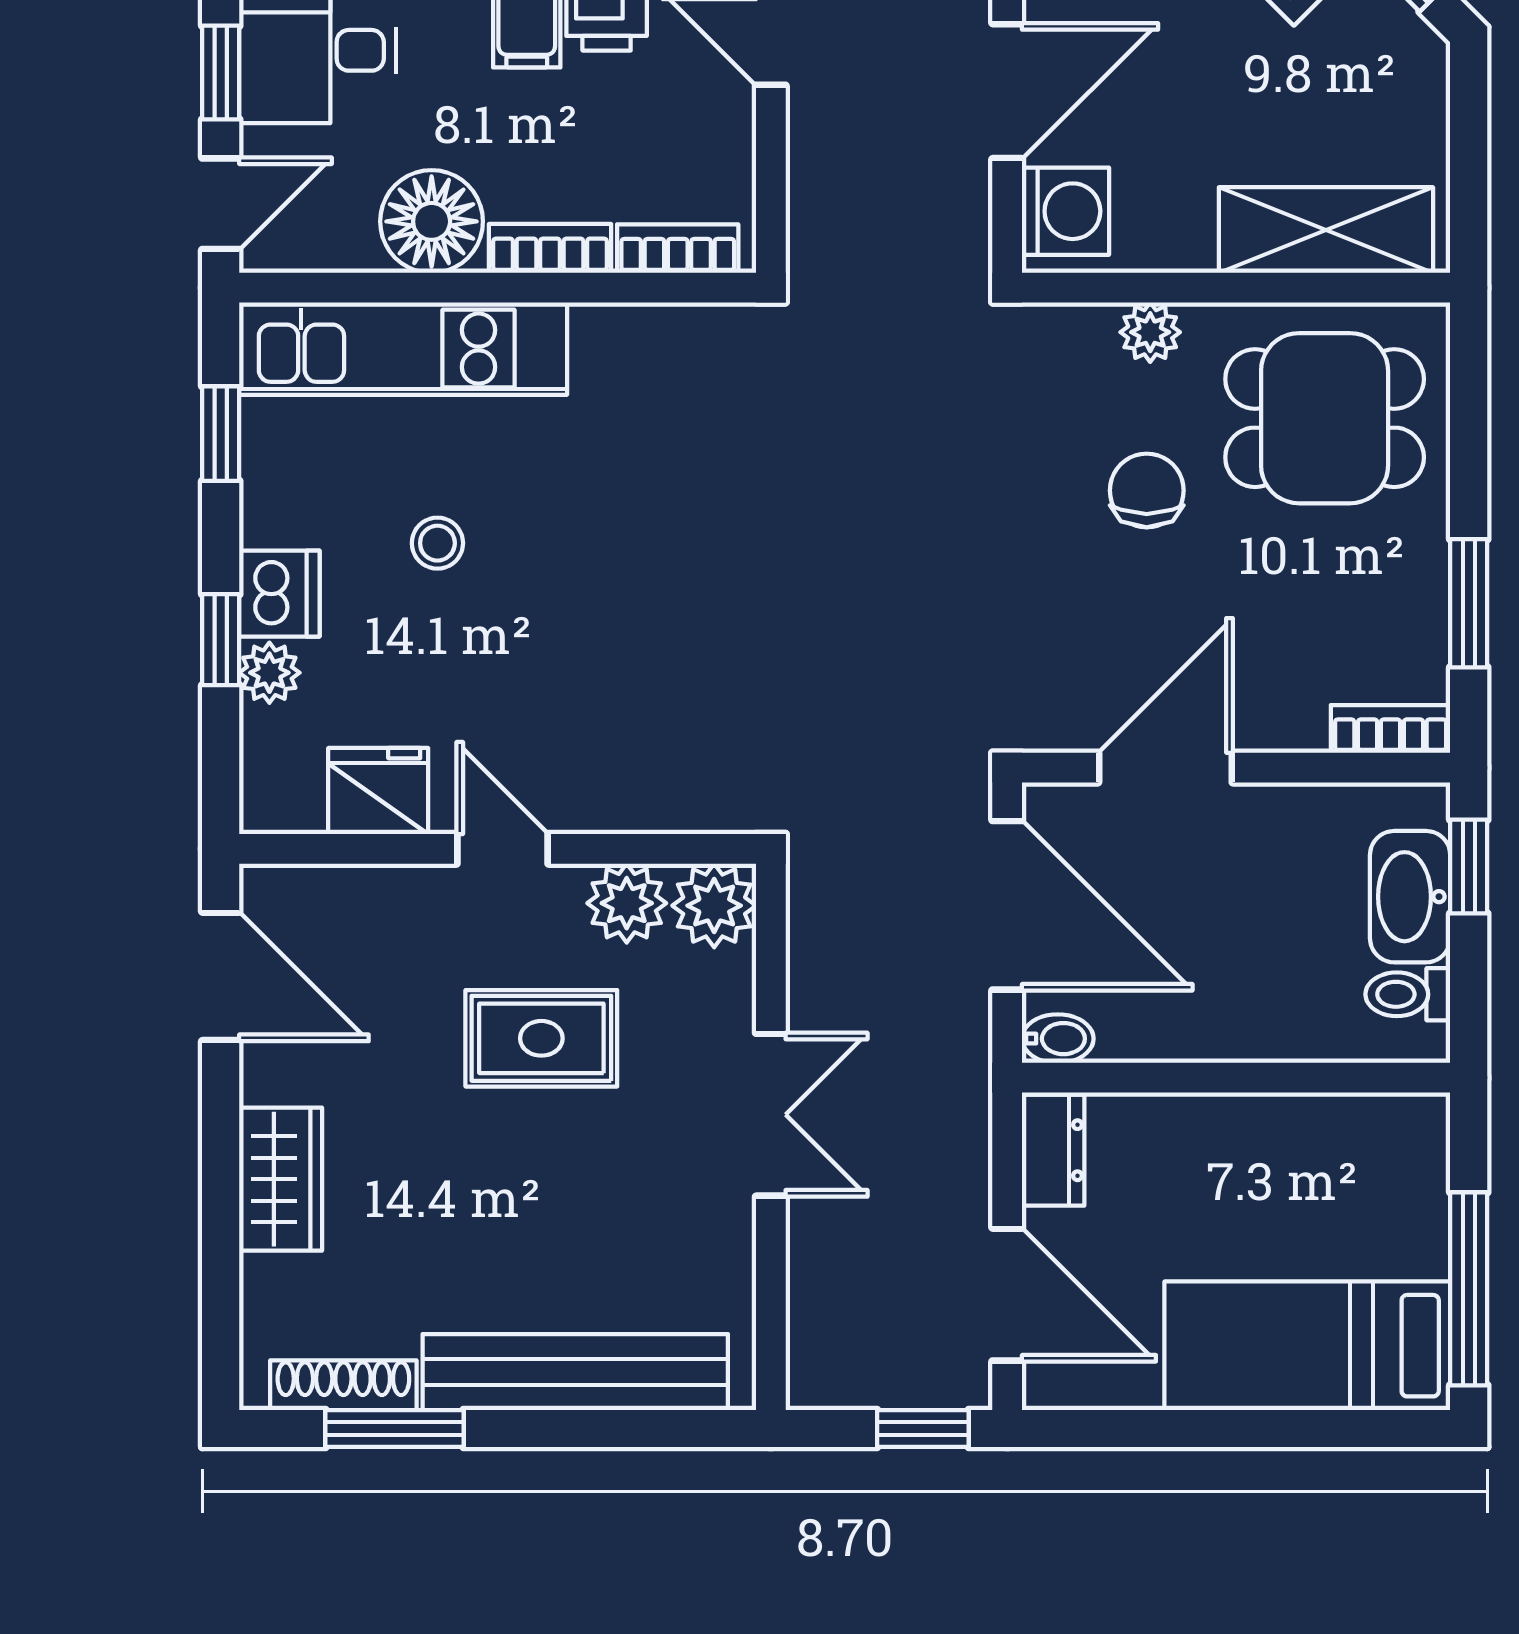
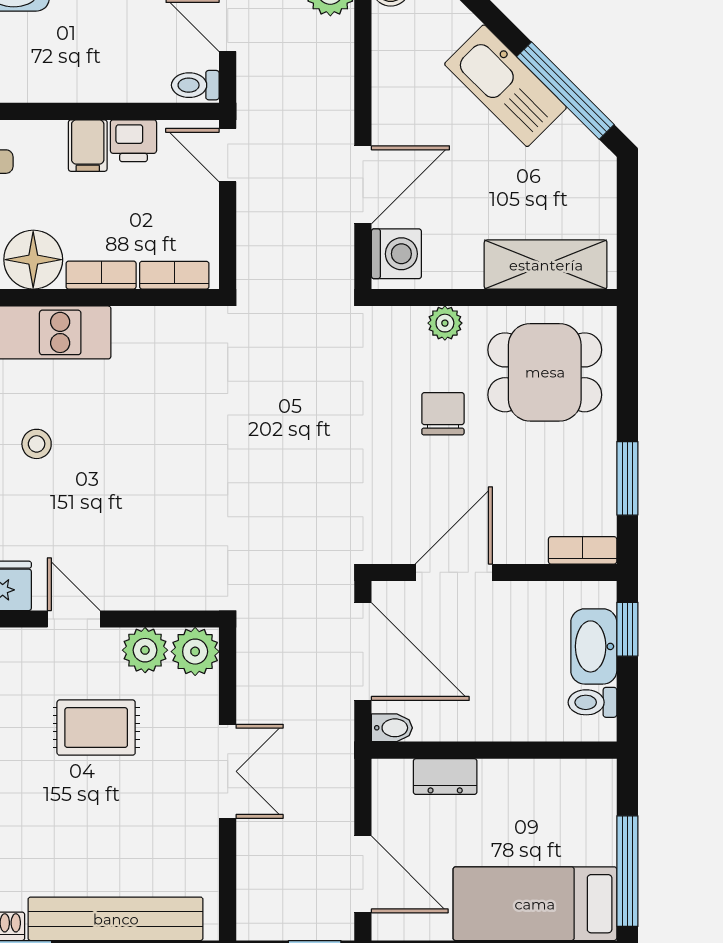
dresser: (1053, 1150) -> (445, 777), moved, turned 90

